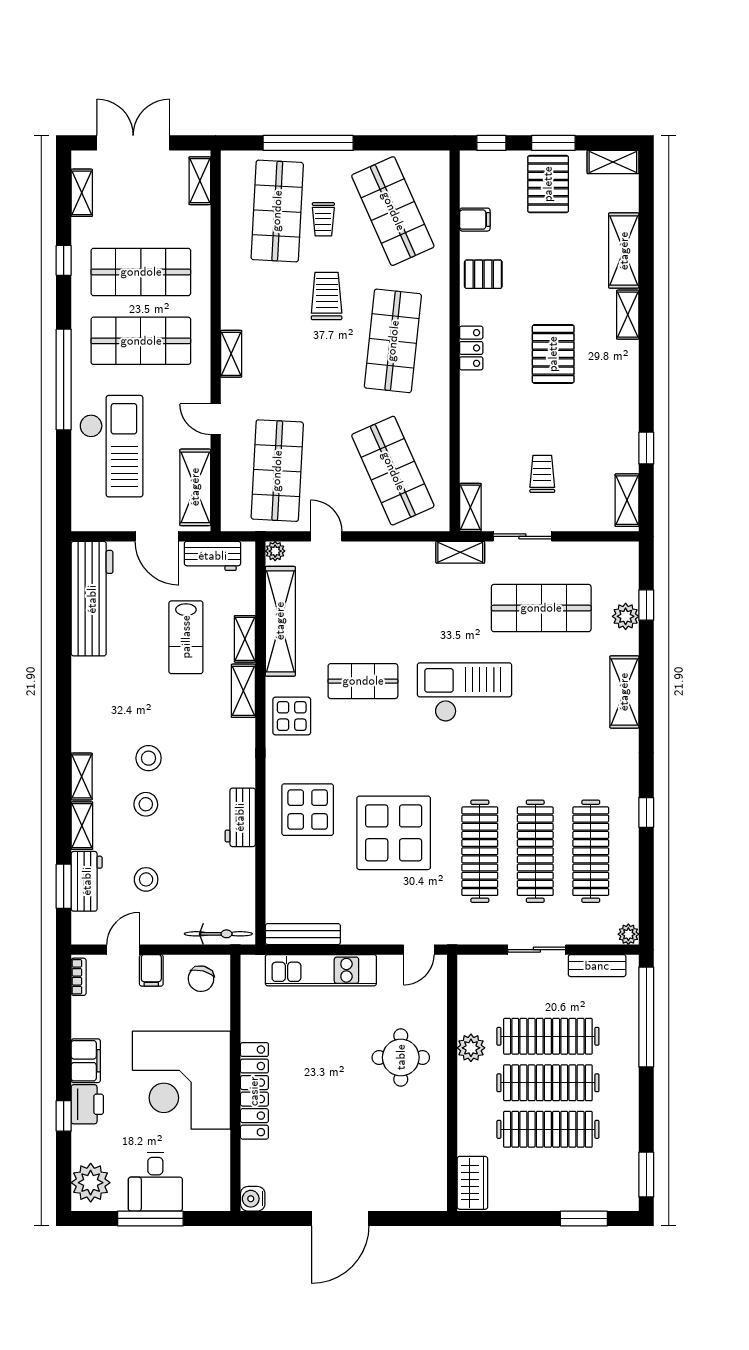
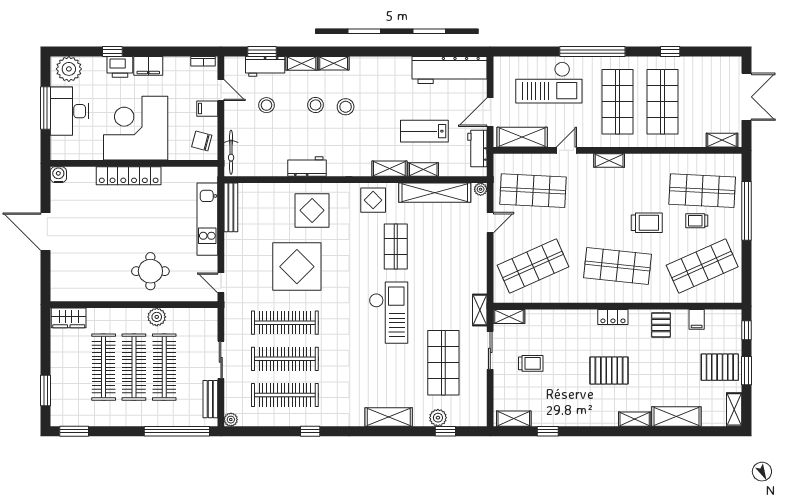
shelving: (82, 193) -> (714, 63), removed
desk: (155, 1182) -> (69, 111), width x1.37

